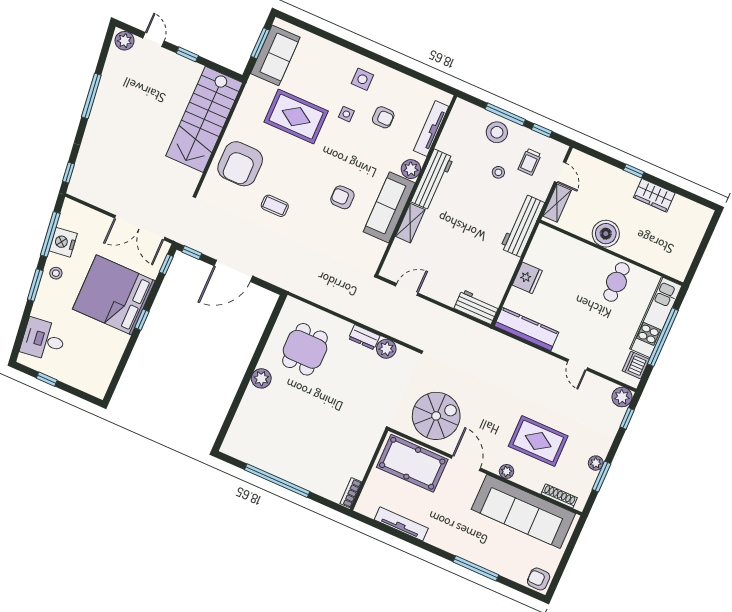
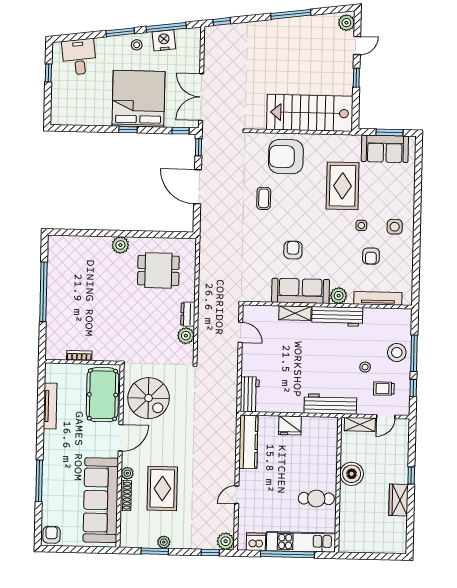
bookcase: (351, 493) -> (79, 356), moved
shoe rack: (559, 496) -> (126, 496), moved

